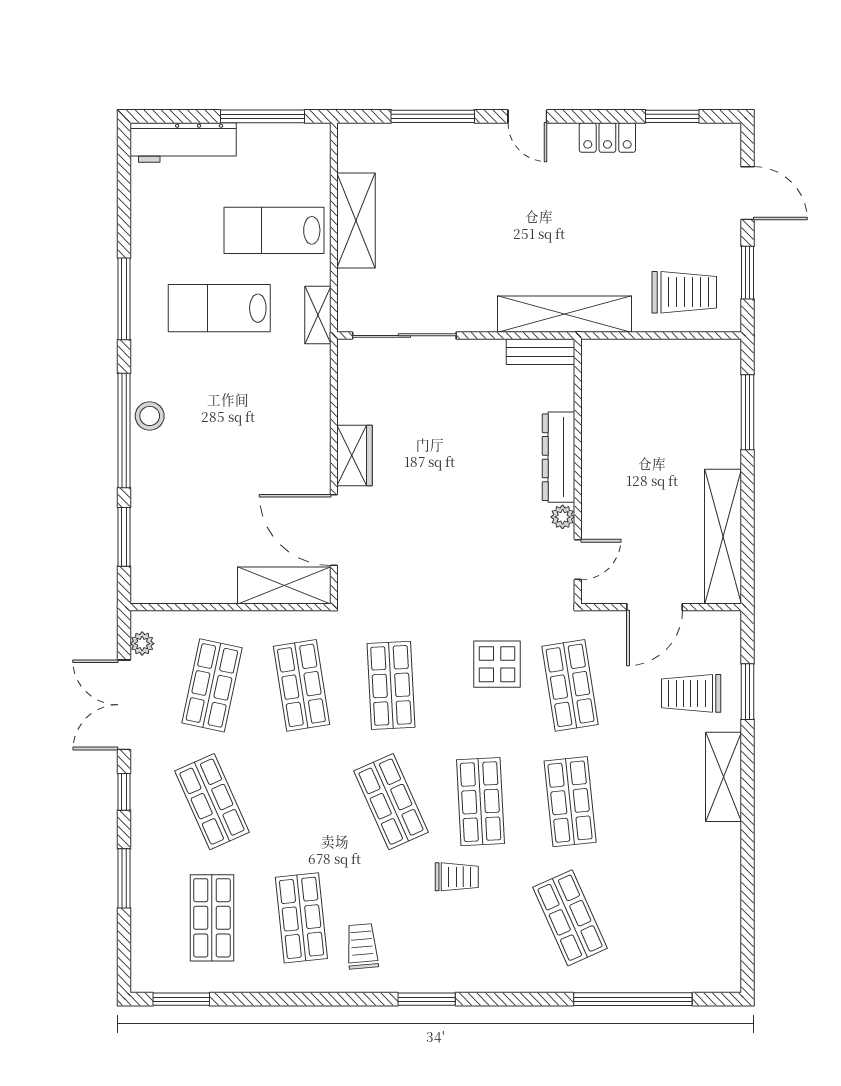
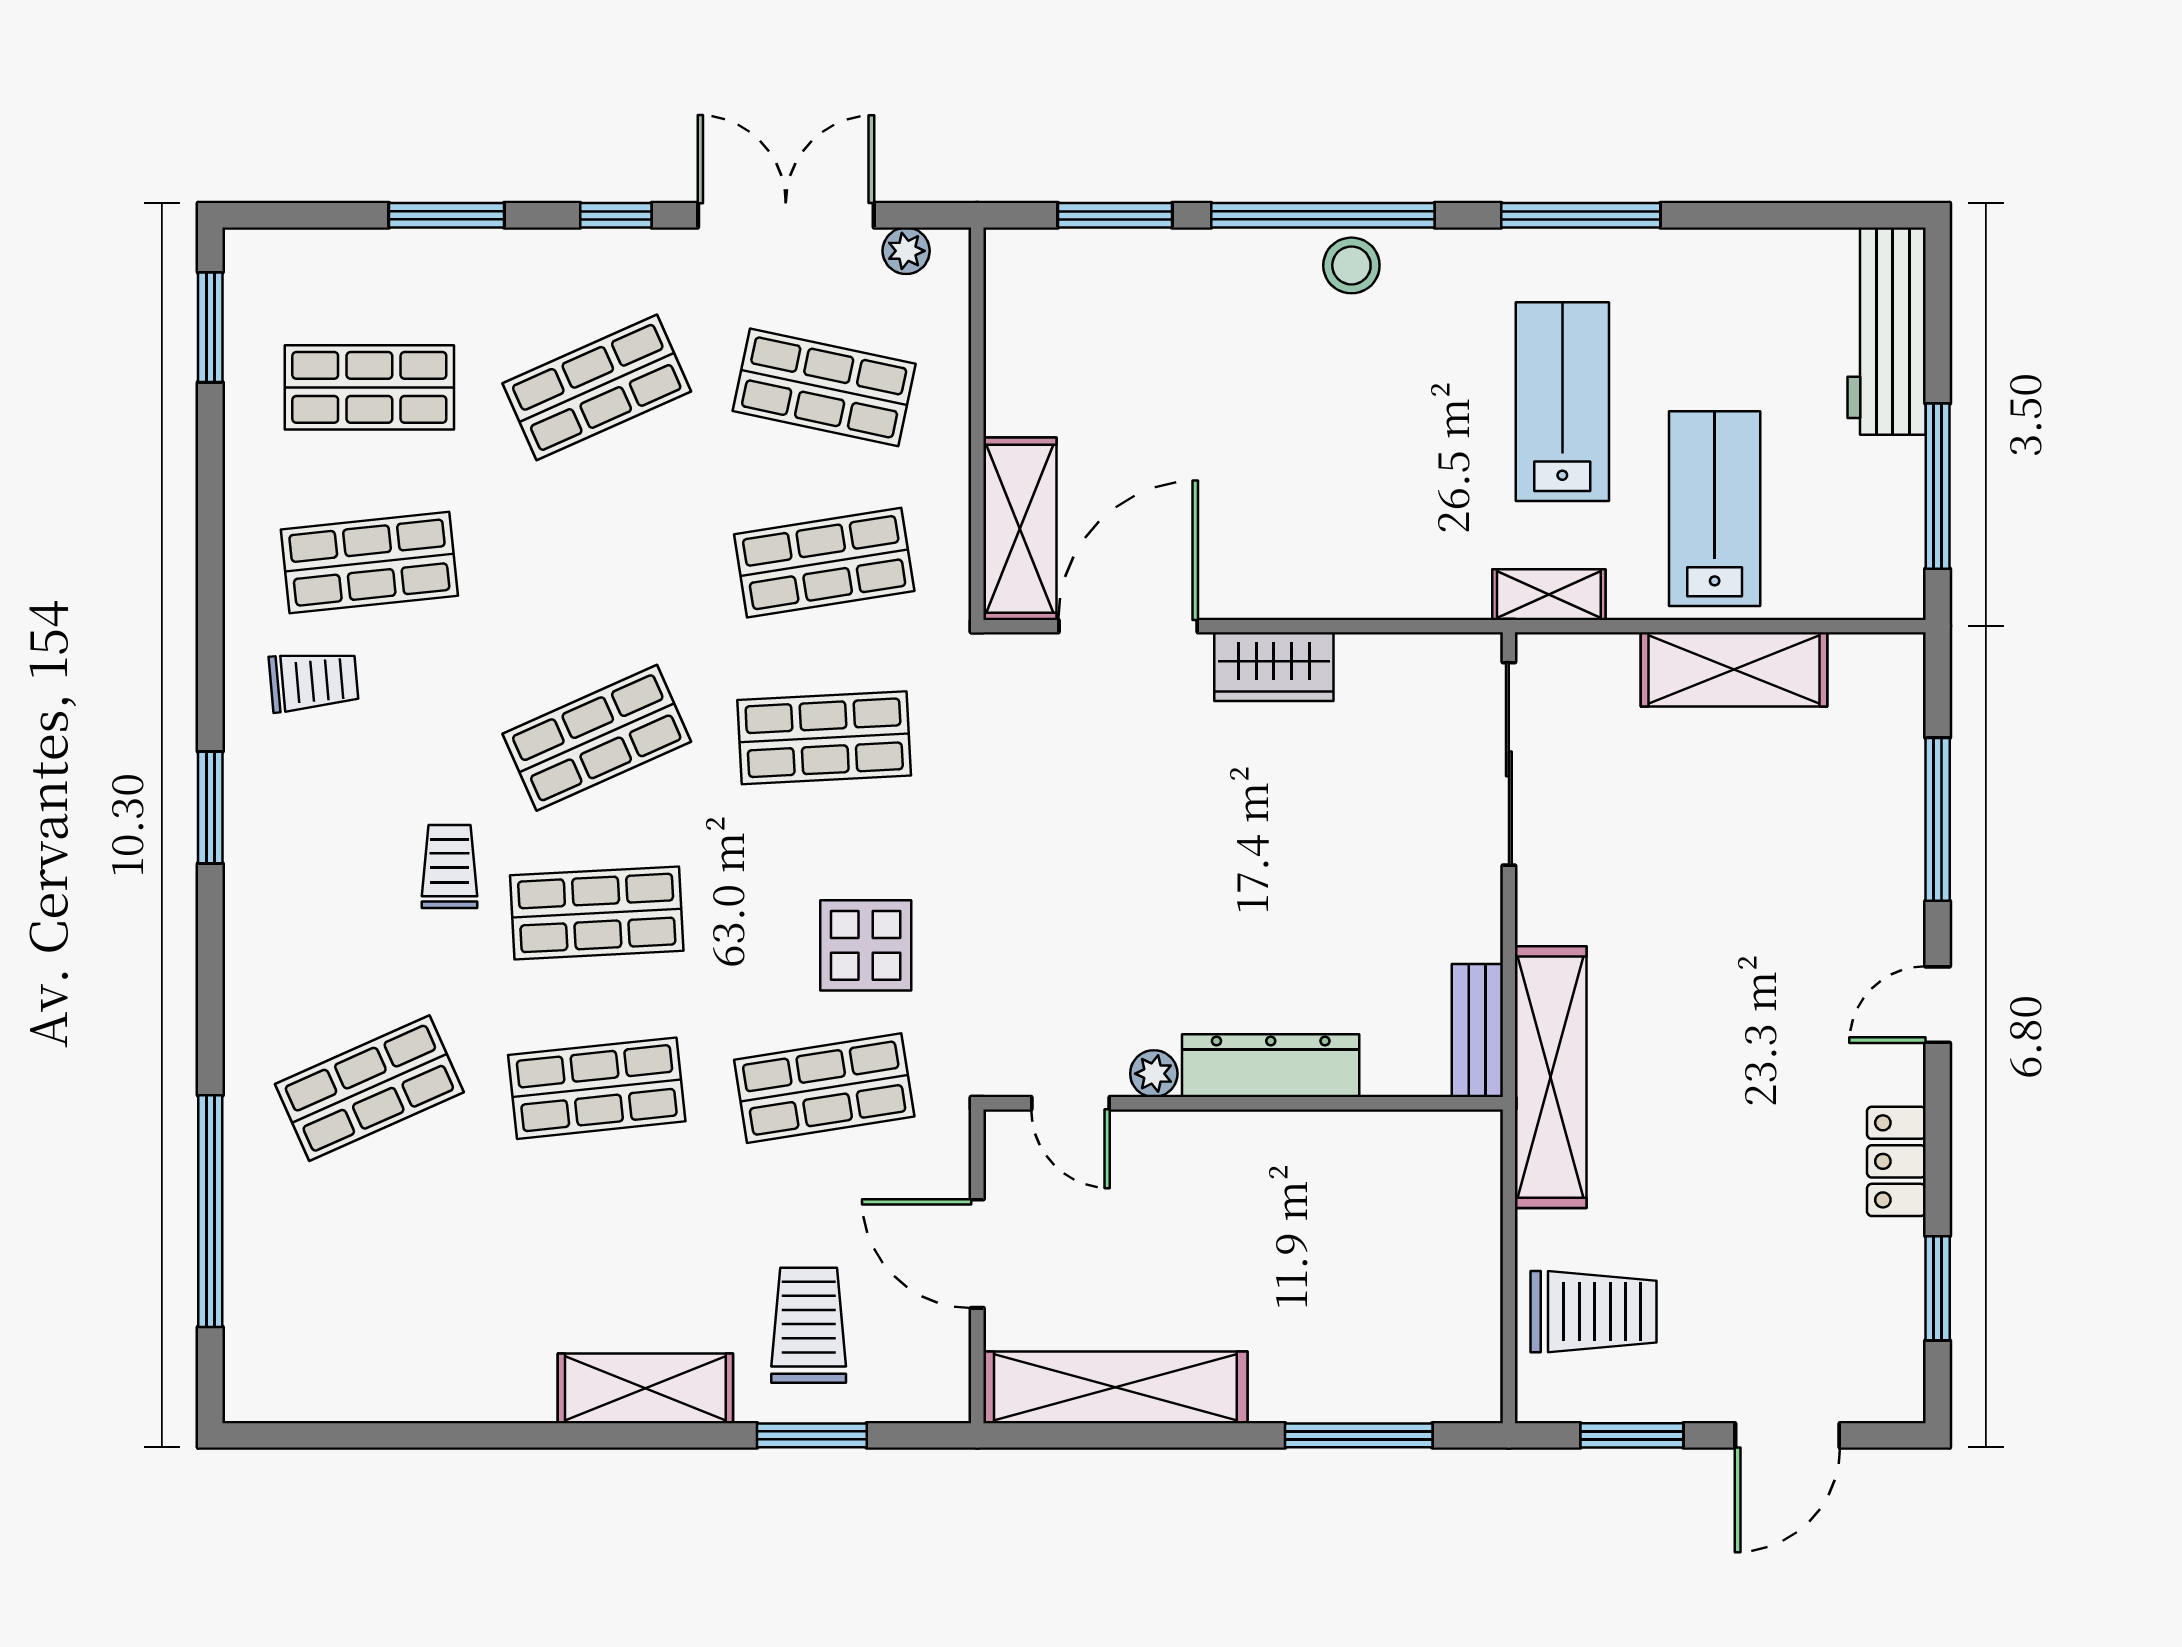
trolley: (684, 292) -> (1594, 1312), turned -90
trolley: (457, 877) -> (449, 866), turned 180

